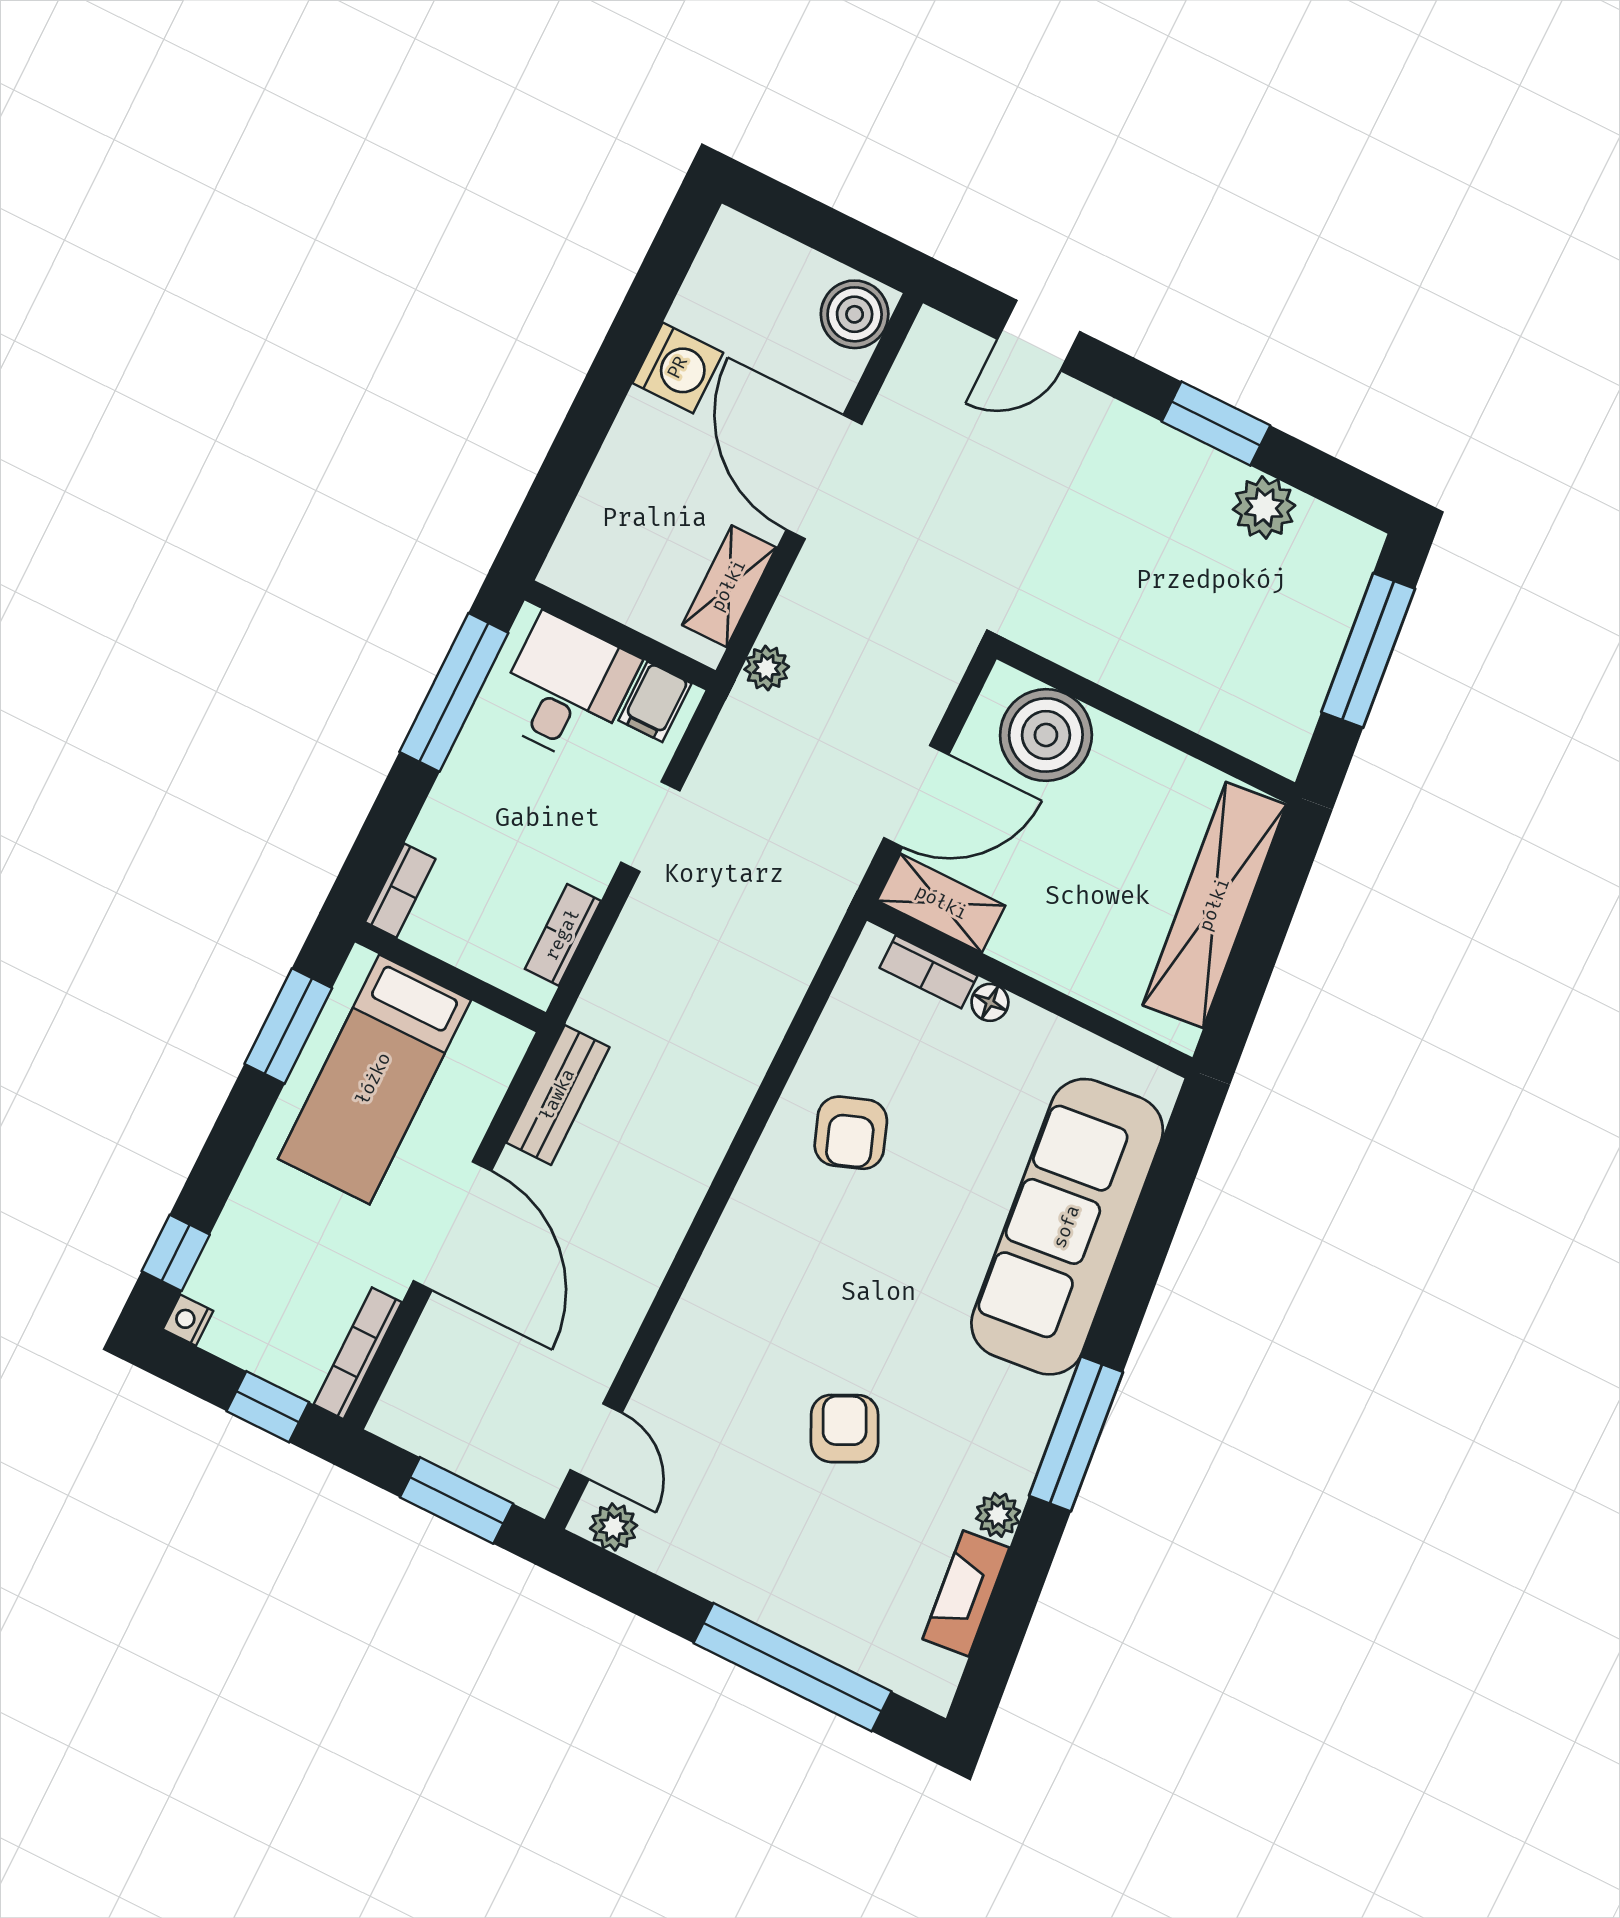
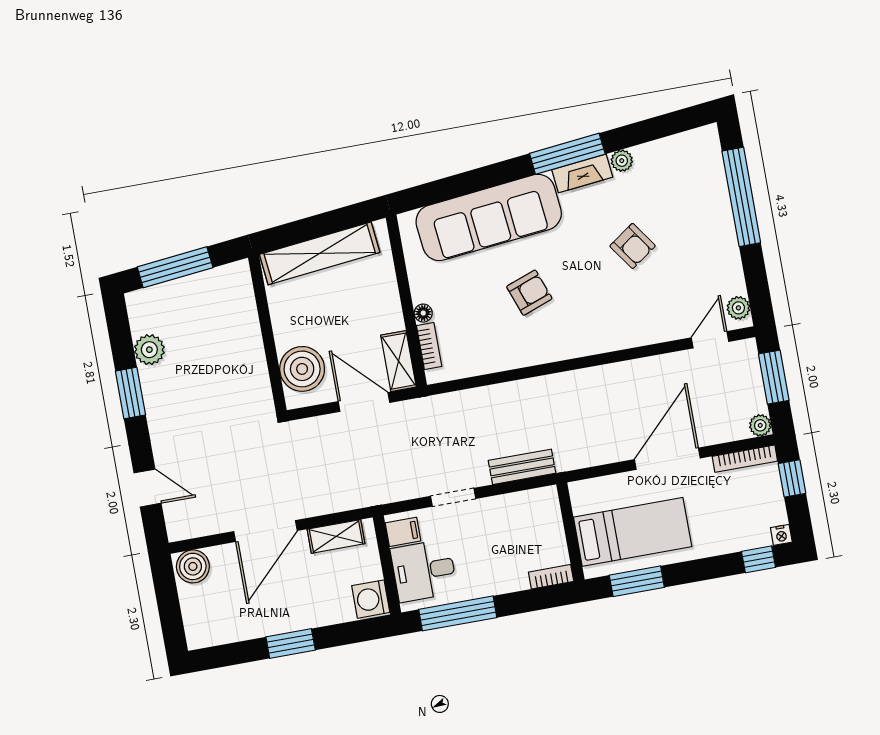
washing machine: (678, 368) -> (371, 599), moved, turned -90
window: (609, 381) -> (291, 644), added
plant: (767, 668) -> (760, 425), moved
bookcase: (563, 935) -> (521, 500), removed
bench: (558, 1095) -> (522, 467), moved
armchair: (851, 1133) -> (529, 293), moved
armchair: (845, 1429) -> (633, 246), turned -99
fireplace: (966, 1593) -> (582, 173), moved

